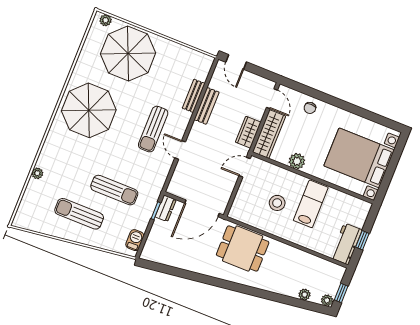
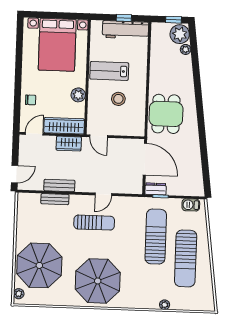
sun lounger: (114, 190) -> (156, 237), width x1.36, depth x1.34
sun lounger: (79, 214) -> (186, 258), width x1.36, depth x1.34
workbench: (346, 244) -> (125, 30), width x1.38
plant: (327, 300) -> (180, 34), width x1.88, depth x1.88

